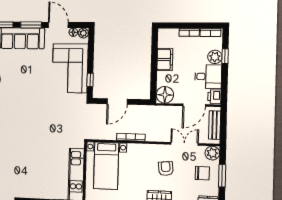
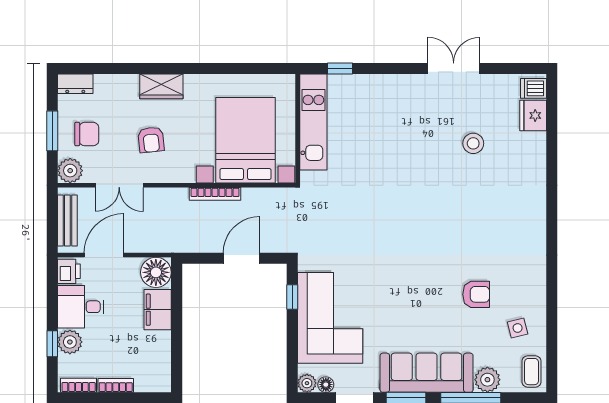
filing cabinet: (165, 60) -> (158, 310), moved
bed with nightstands: (106, 166) -> (246, 140), width x1.36
chair: (202, 173) -> (87, 134), turned 180

